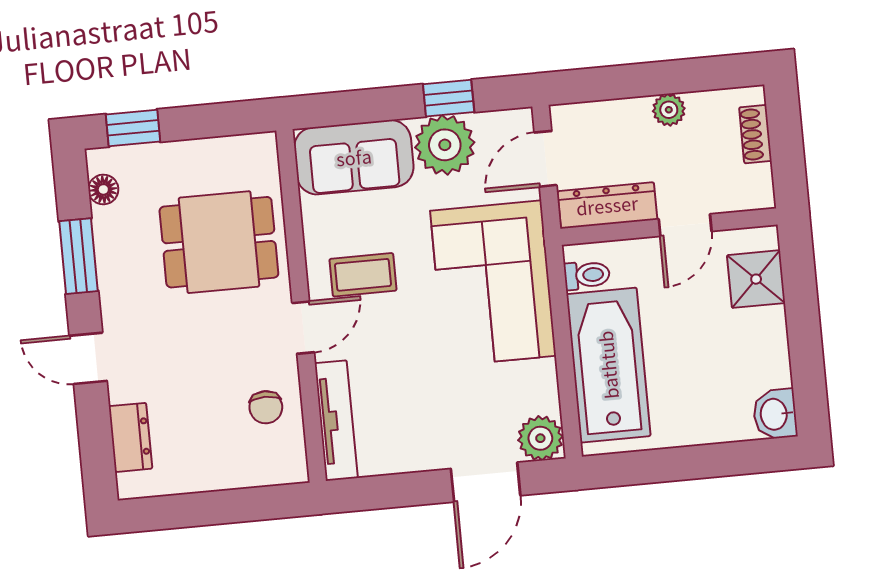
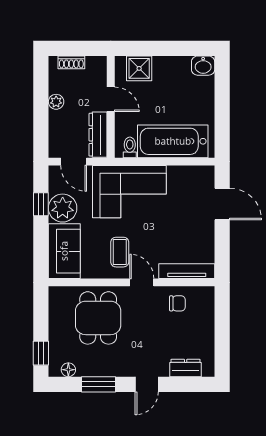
plant: (540, 438) -> (204, 176), removed

